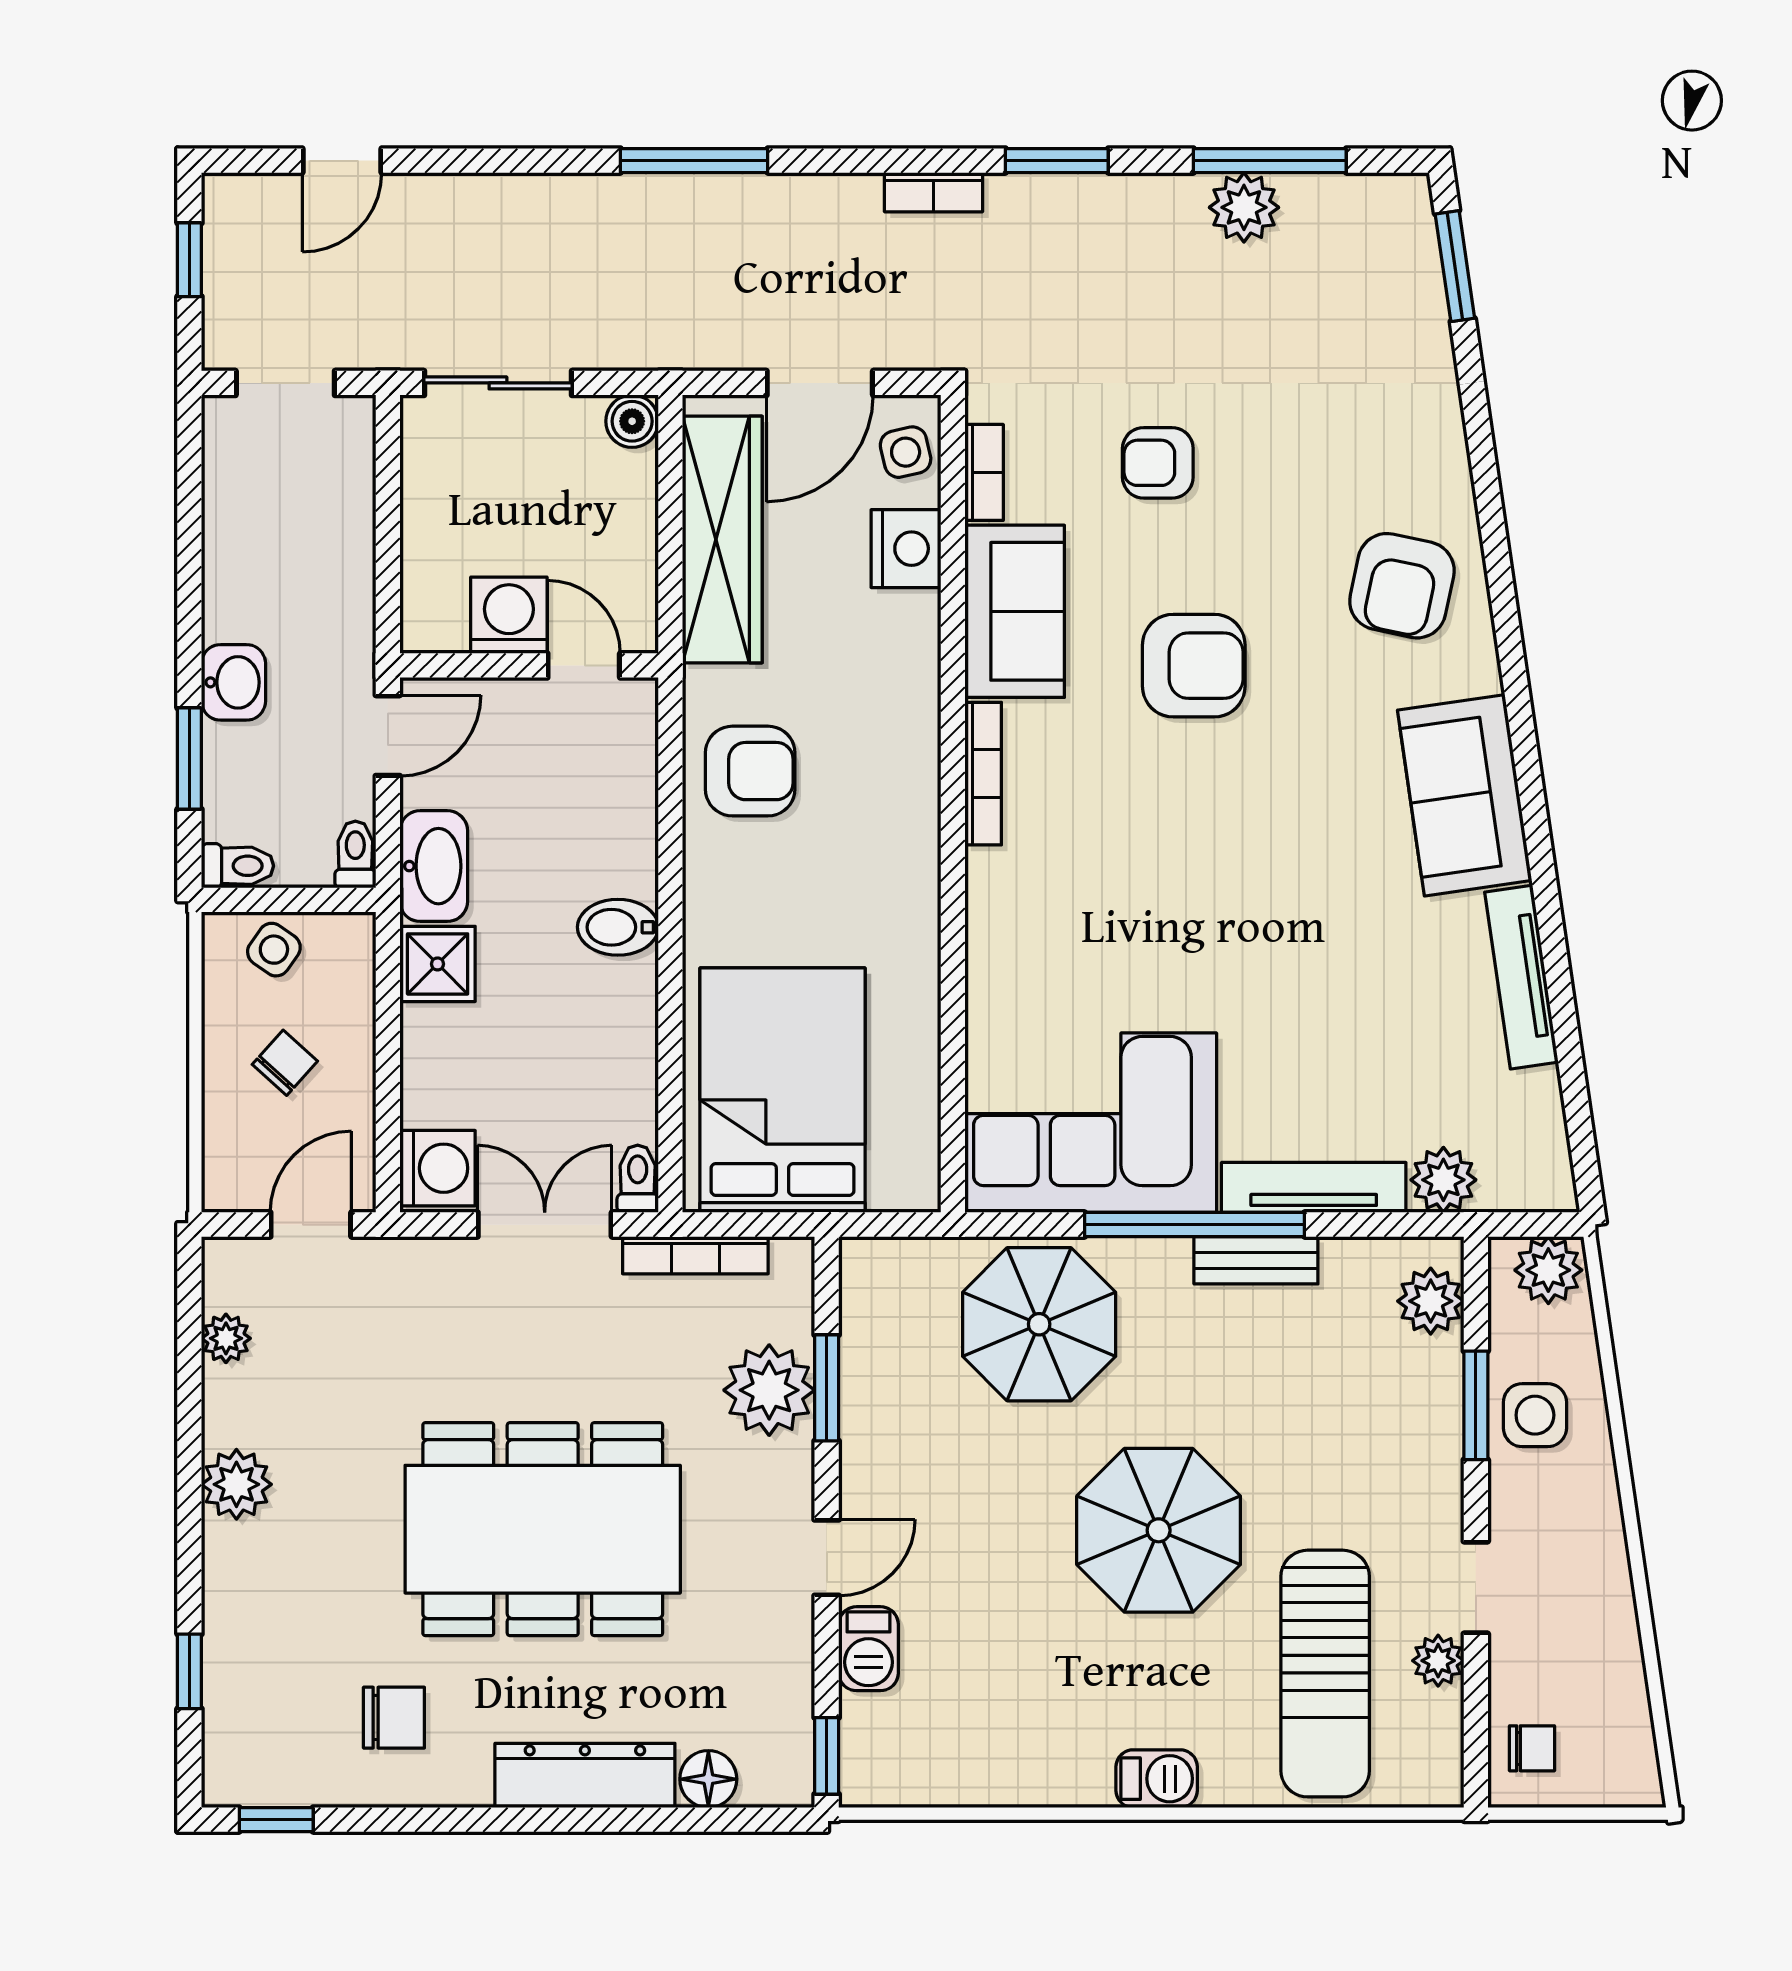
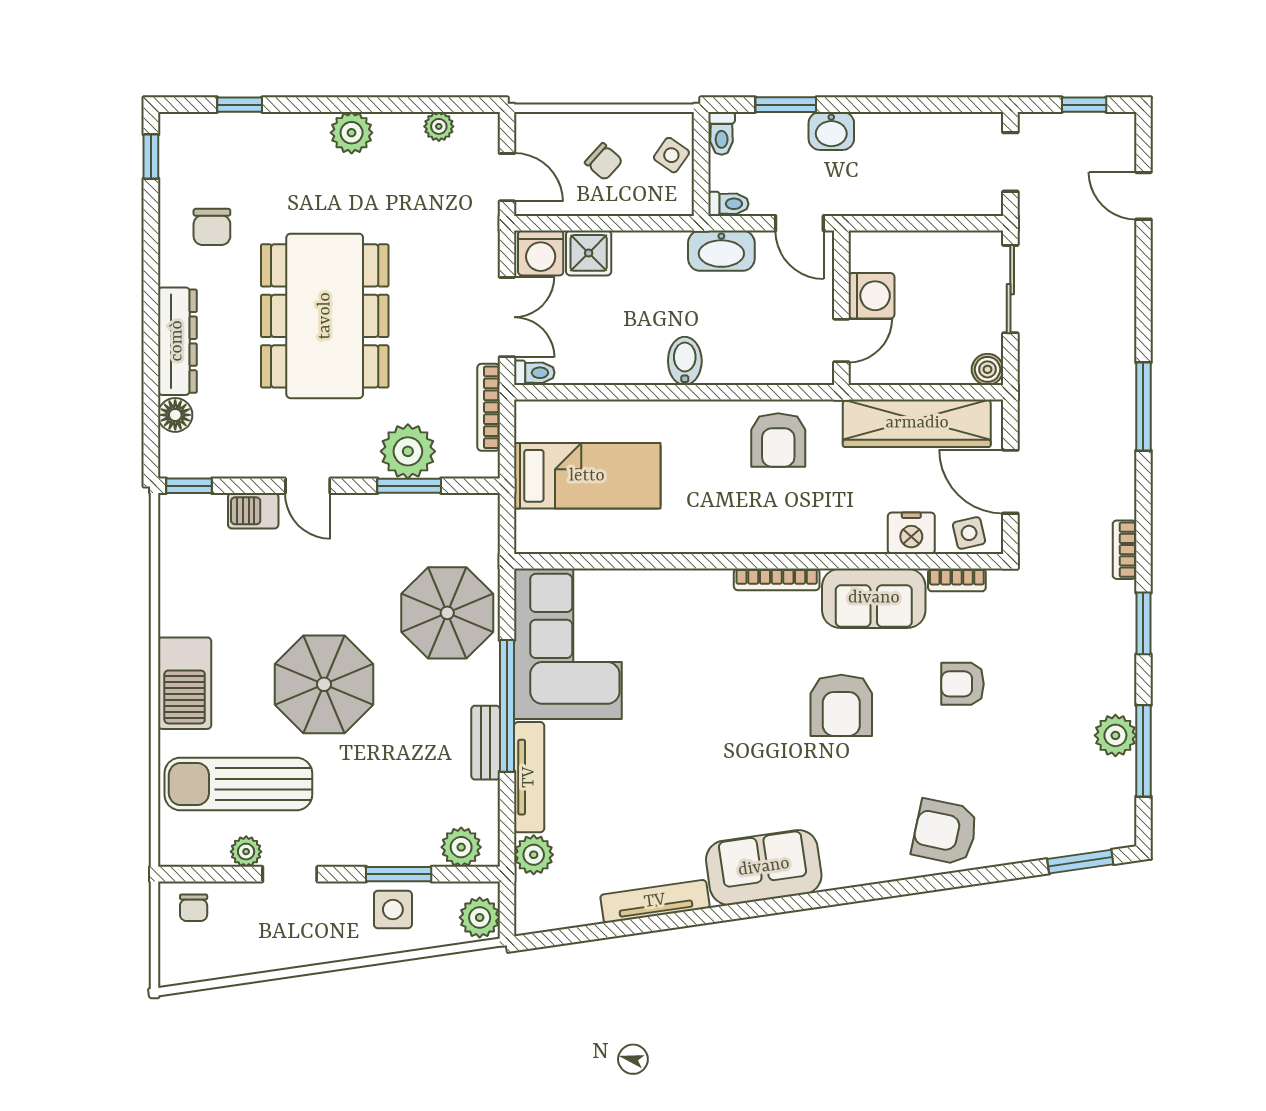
armchair: (1158, 463) -> (963, 684), turned -90
armchair: (1402, 586) -> (945, 832), moved
shower: (438, 964) -> (589, 253), moved
bed: (782, 1090) -> (587, 476), width x0.67
barbecue: (1157, 1779) -> (185, 683), width x1.88, depth x1.53

